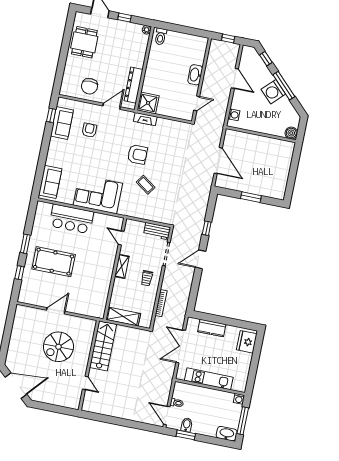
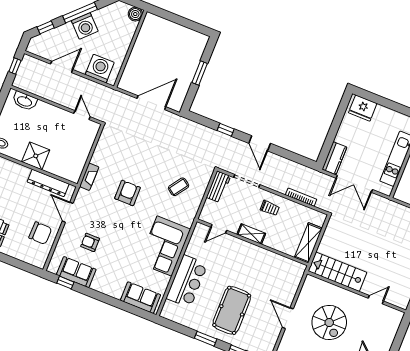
washbasin: (195, 75) -> (25, 101), moved
shower: (148, 103) -> (36, 156), moved
washing machine: (234, 115) -> (100, 69), width x1.89, depth x1.89
coffee table: (146, 185) -> (178, 187), moved
kitchen counter: (212, 328) -> (334, 158), moved

